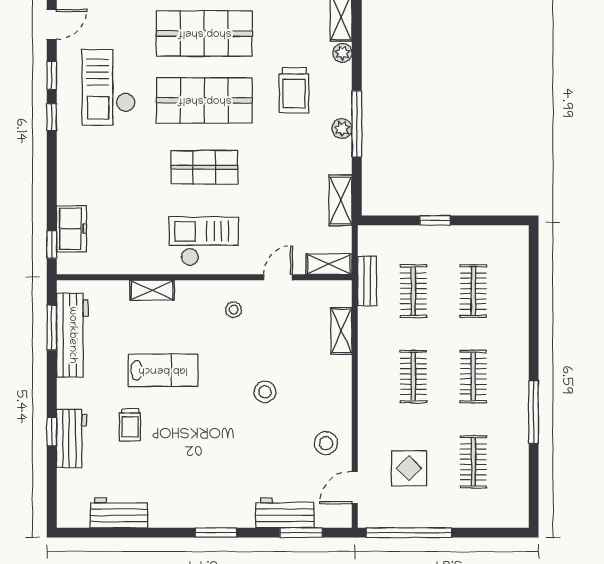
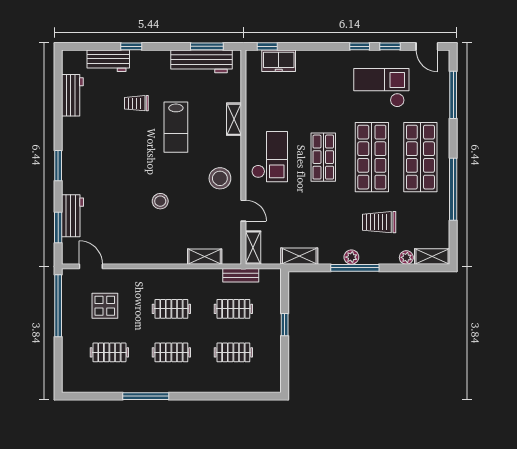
stool: (234, 310) -> (220, 178), width x1.89, depth x1.89
workbench: (72, 439) -> (108, 61), moved
stool: (326, 443) -> (123, 245), removed

